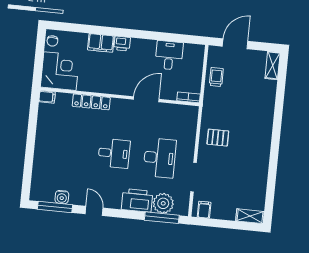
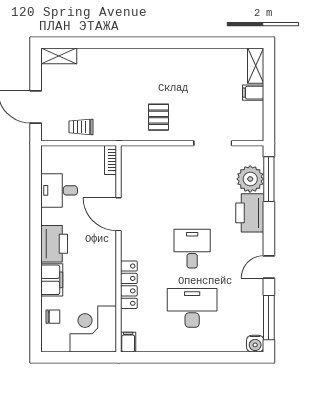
chair: (52, 41) -> (53, 317), moved
printer: (122, 44) -> (54, 244), width x1.87, depth x1.48
desk: (160, 158) -> (192, 308), moved
water cooler: (62, 197) -> (255, 344), moved, turned 90
filing cabinet: (204, 210) -> (253, 93), moved

